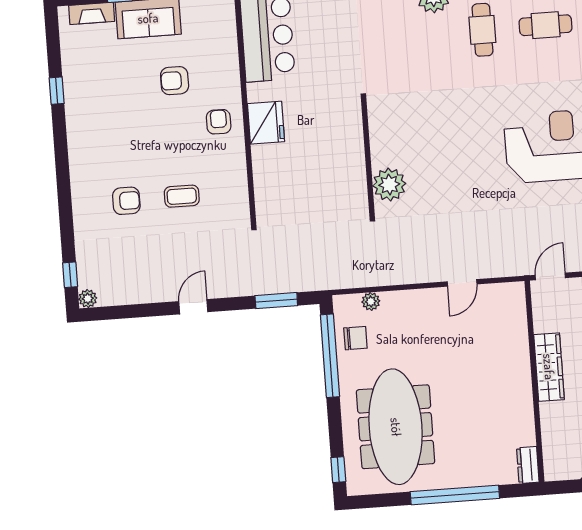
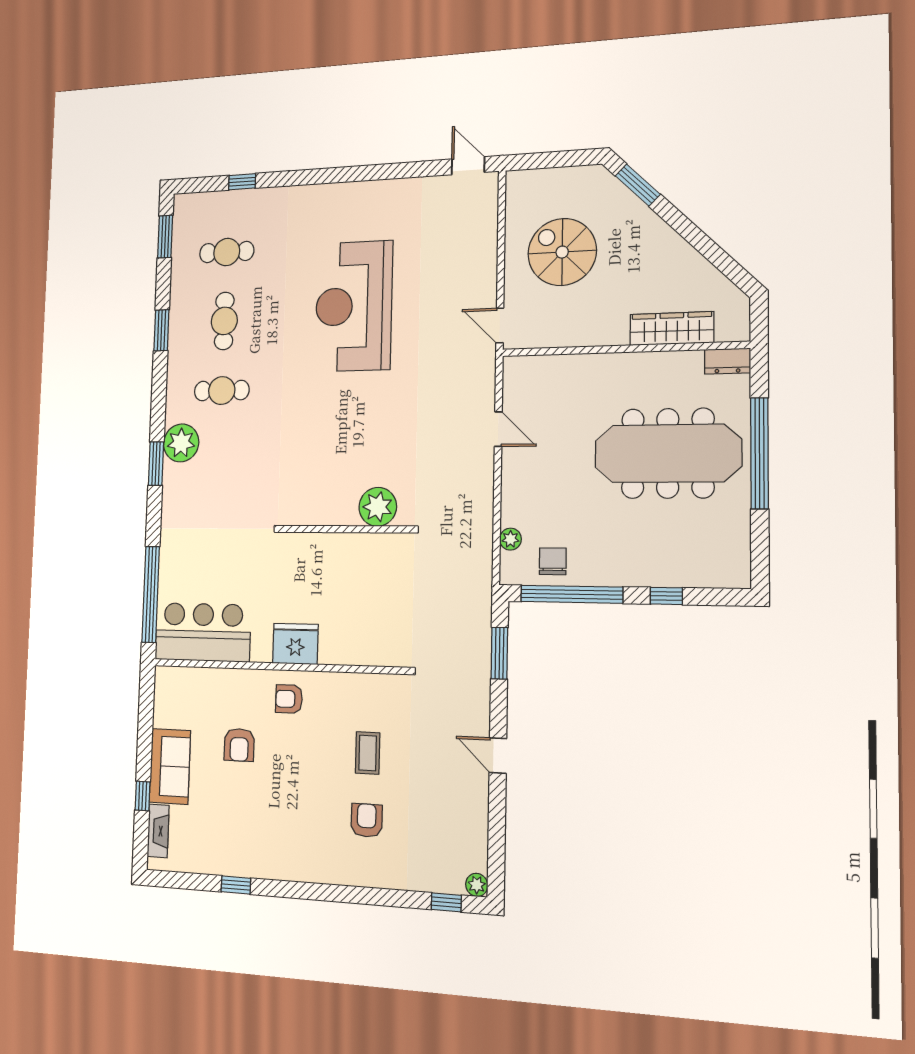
wardrobe: (549, 367) -> (672, 329), moved
meeting table: (396, 427) -> (668, 453), moved
window: (338, 470) -> (666, 596), moved

